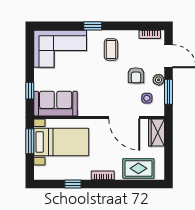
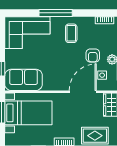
window: (93, 26) -> (56, 13), width x2.17
door: (124, 117) -> (83, 92), swing flipped

